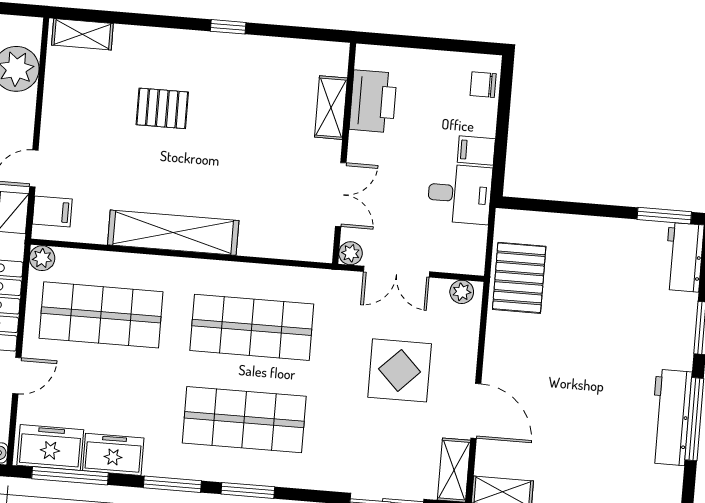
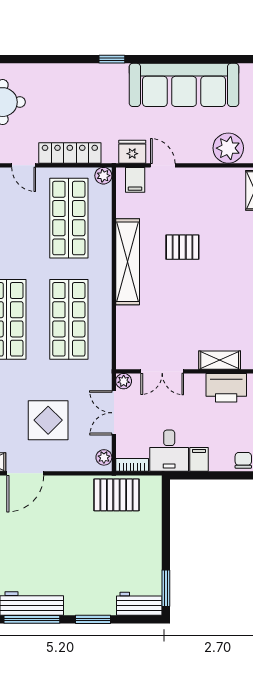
pallet: (162, 108) -> (182, 247), moved, turned 90
bookcase: (476, 251) -> (132, 465), added

